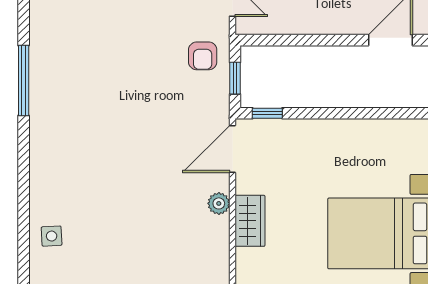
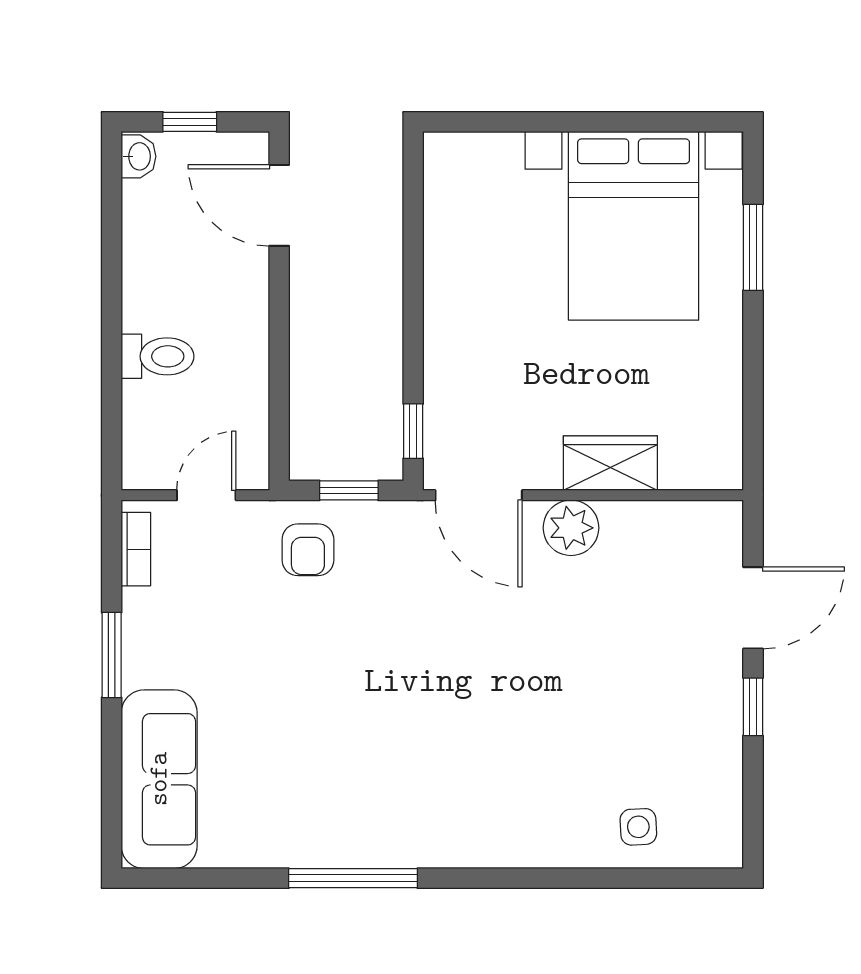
armchair: (203, 56) -> (308, 550), turned 90
plant: (219, 203) -> (571, 528), width x1.38, depth x1.38

